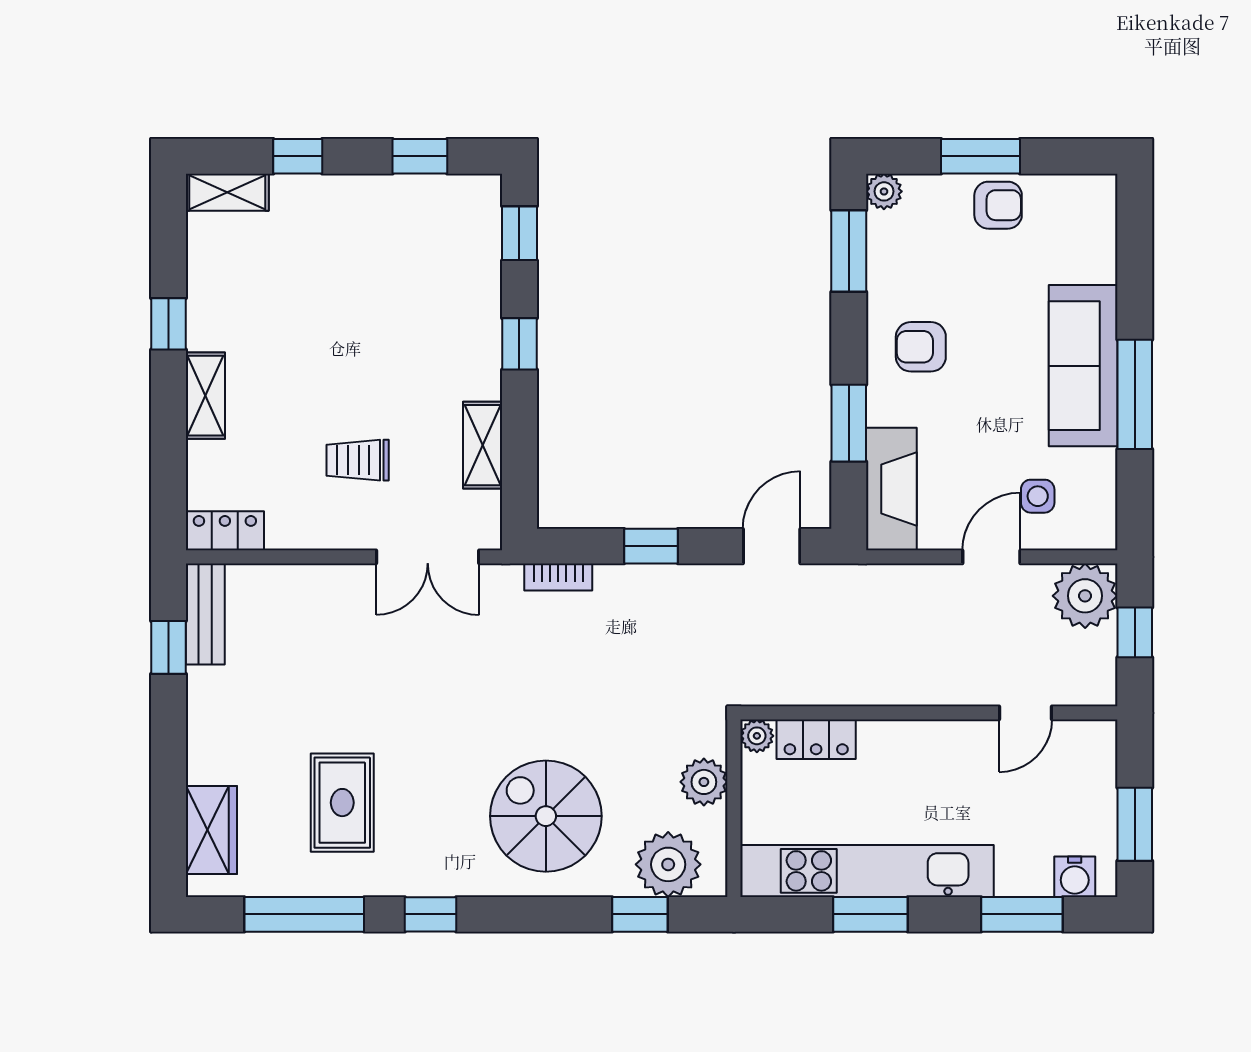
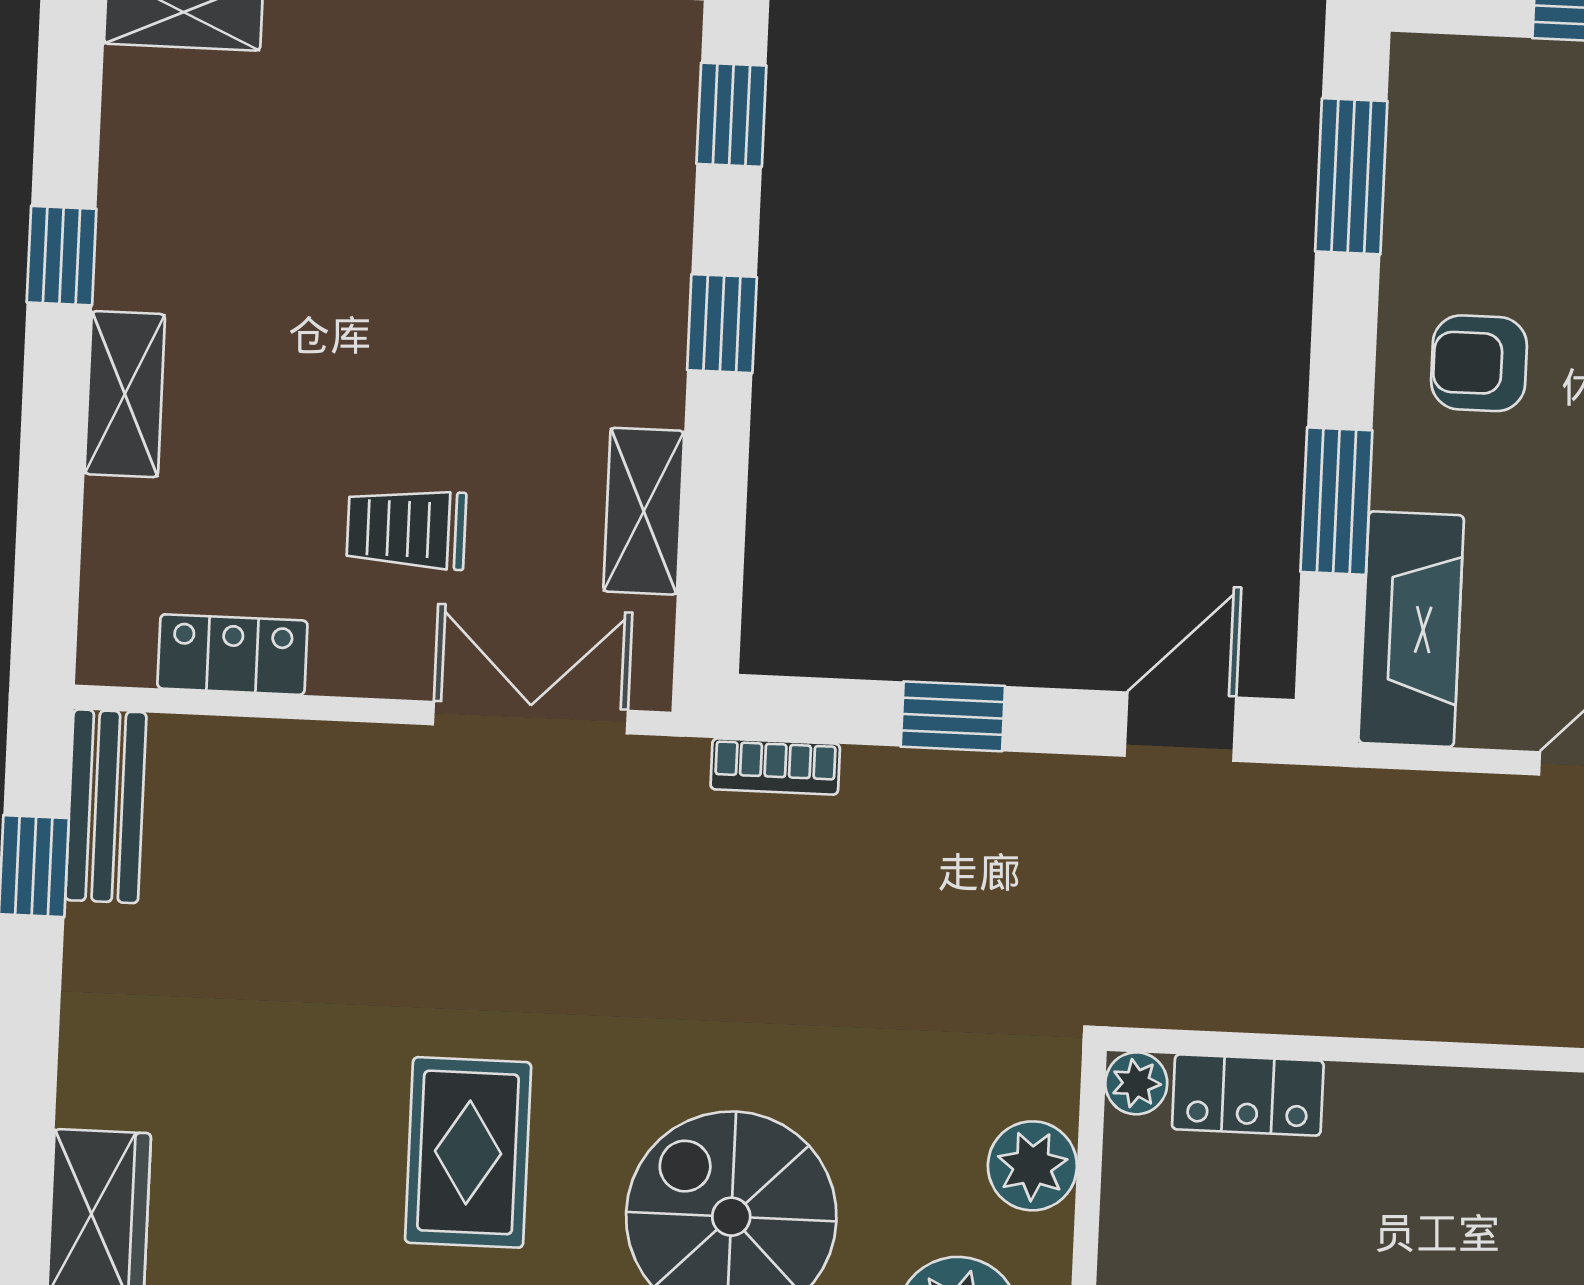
plant: (884, 191) -> (1423, 67), removed
locker: (225, 531) -> (232, 655), moved
double door: (428, 557) -> (530, 718), swing flipped
rug: (342, 803) -> (468, 1152), moved

